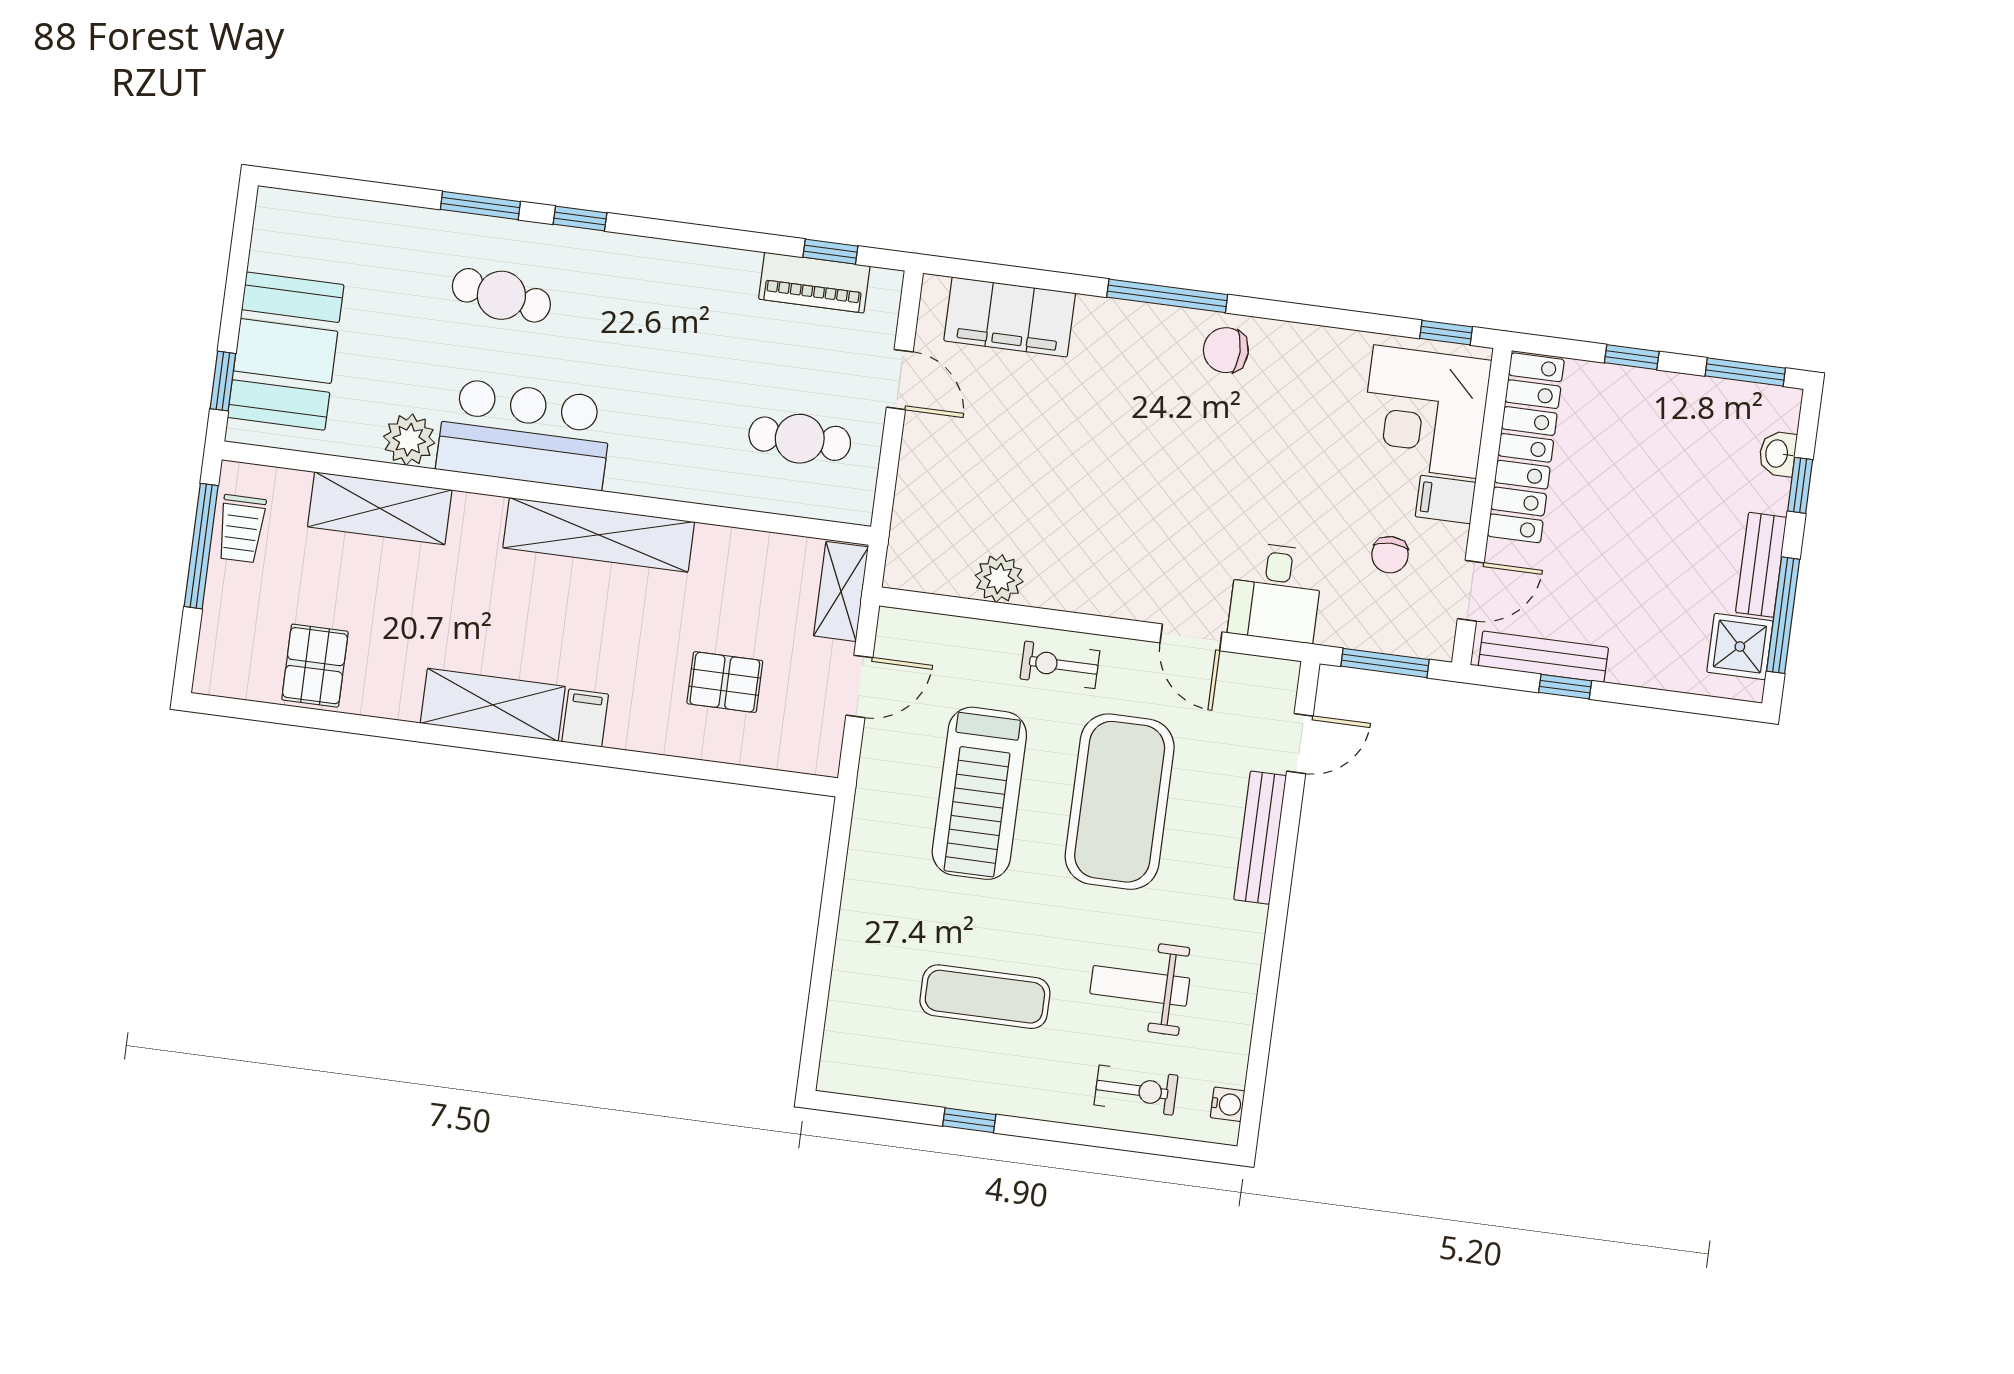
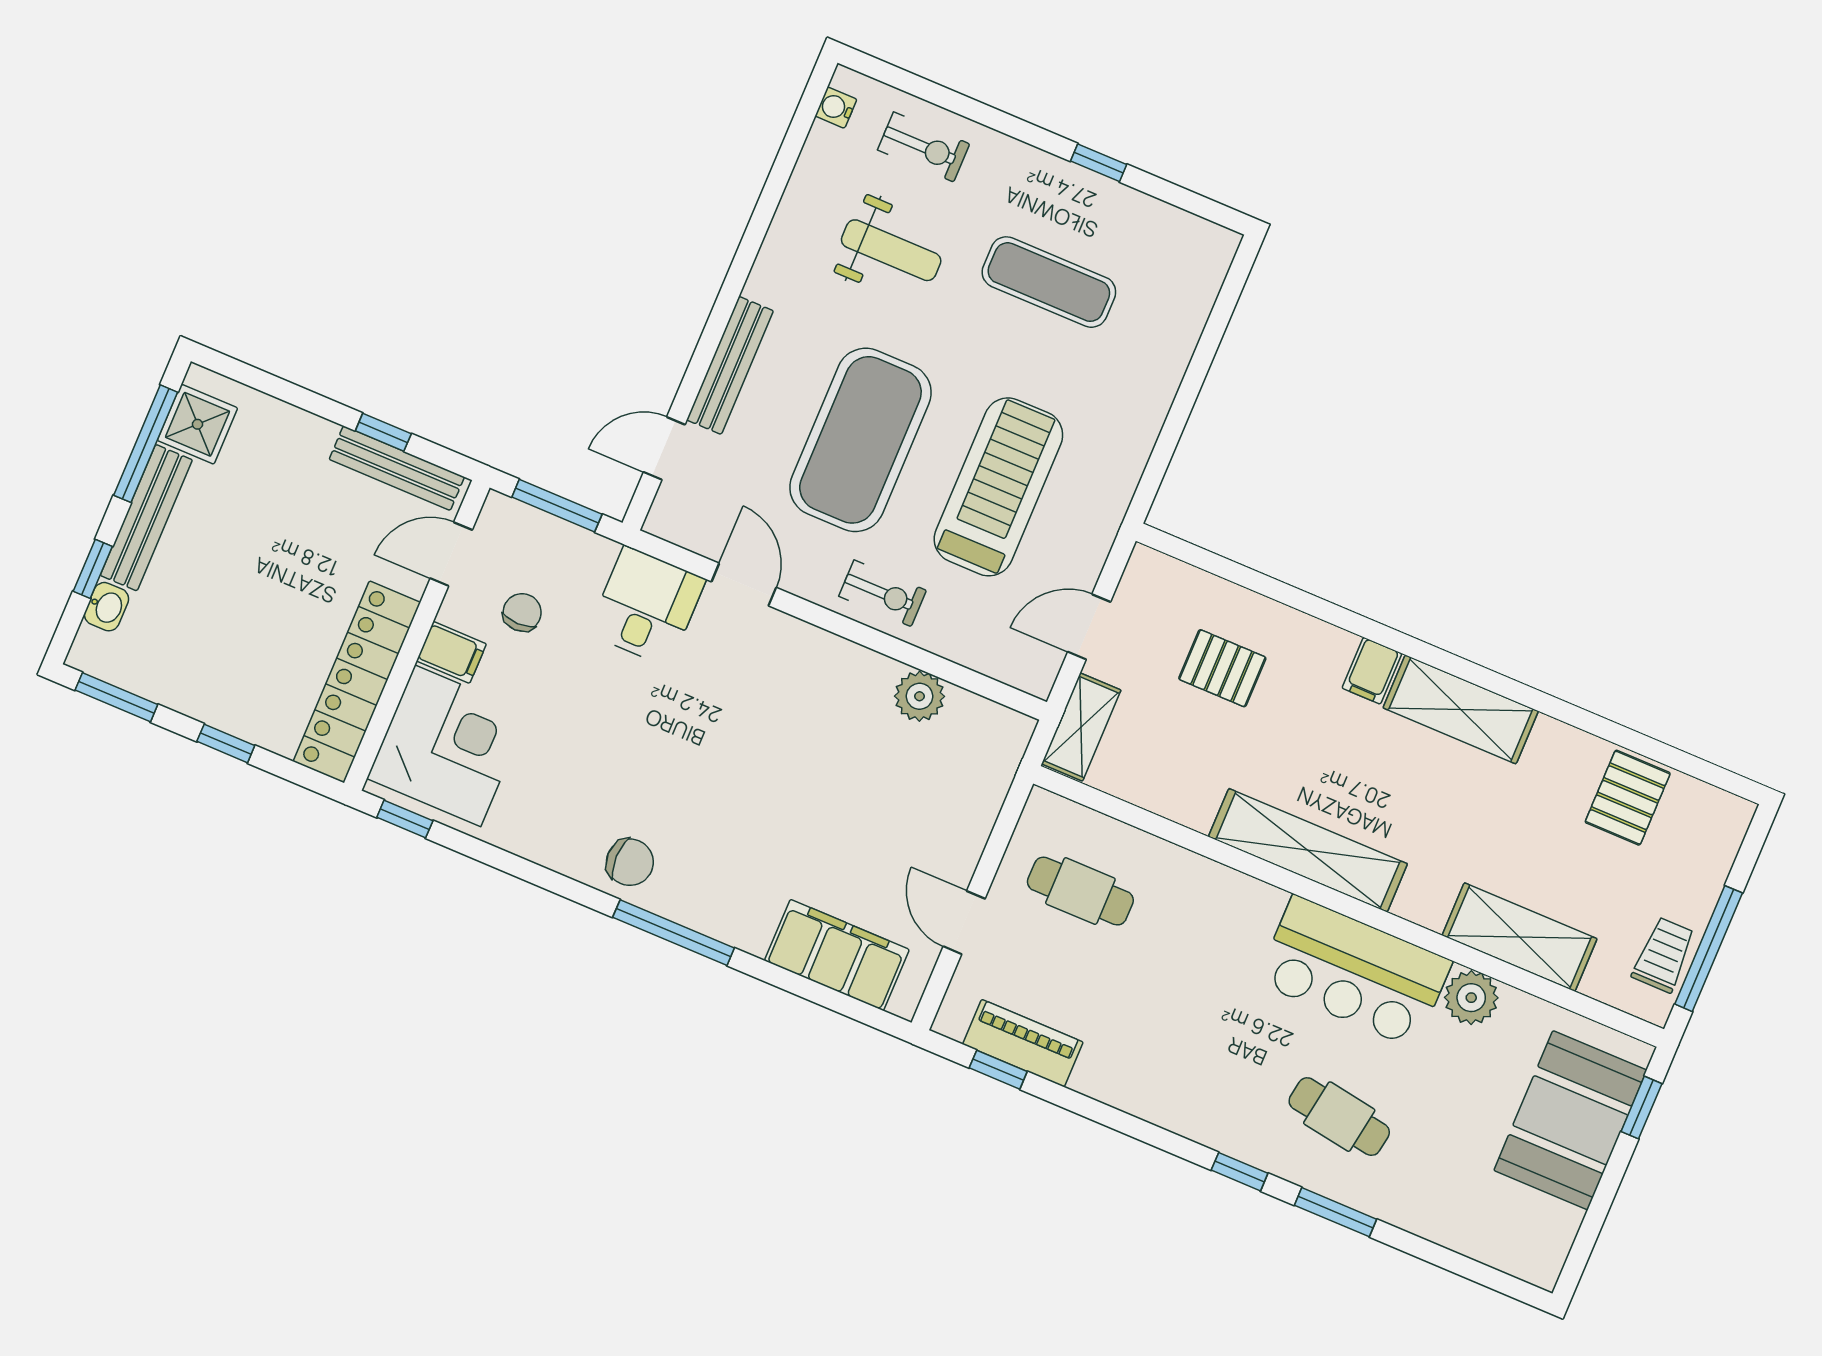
bench: (1761, 565) -> (146, 518), width x1.36
exercise bike: (1136, 1090) -> (924, 147), turned 180

